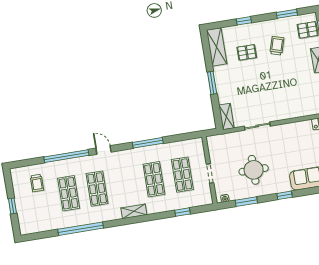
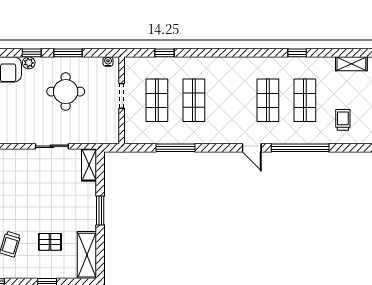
window: (148, 143) -> (176, 148), moved
plant: (286, 187) -> (29, 63), added
window: (246, 202) -> (68, 53), moved
shelving: (134, 211) -> (351, 64), moved
window: (81, 229) -> (297, 53), width x0.32

